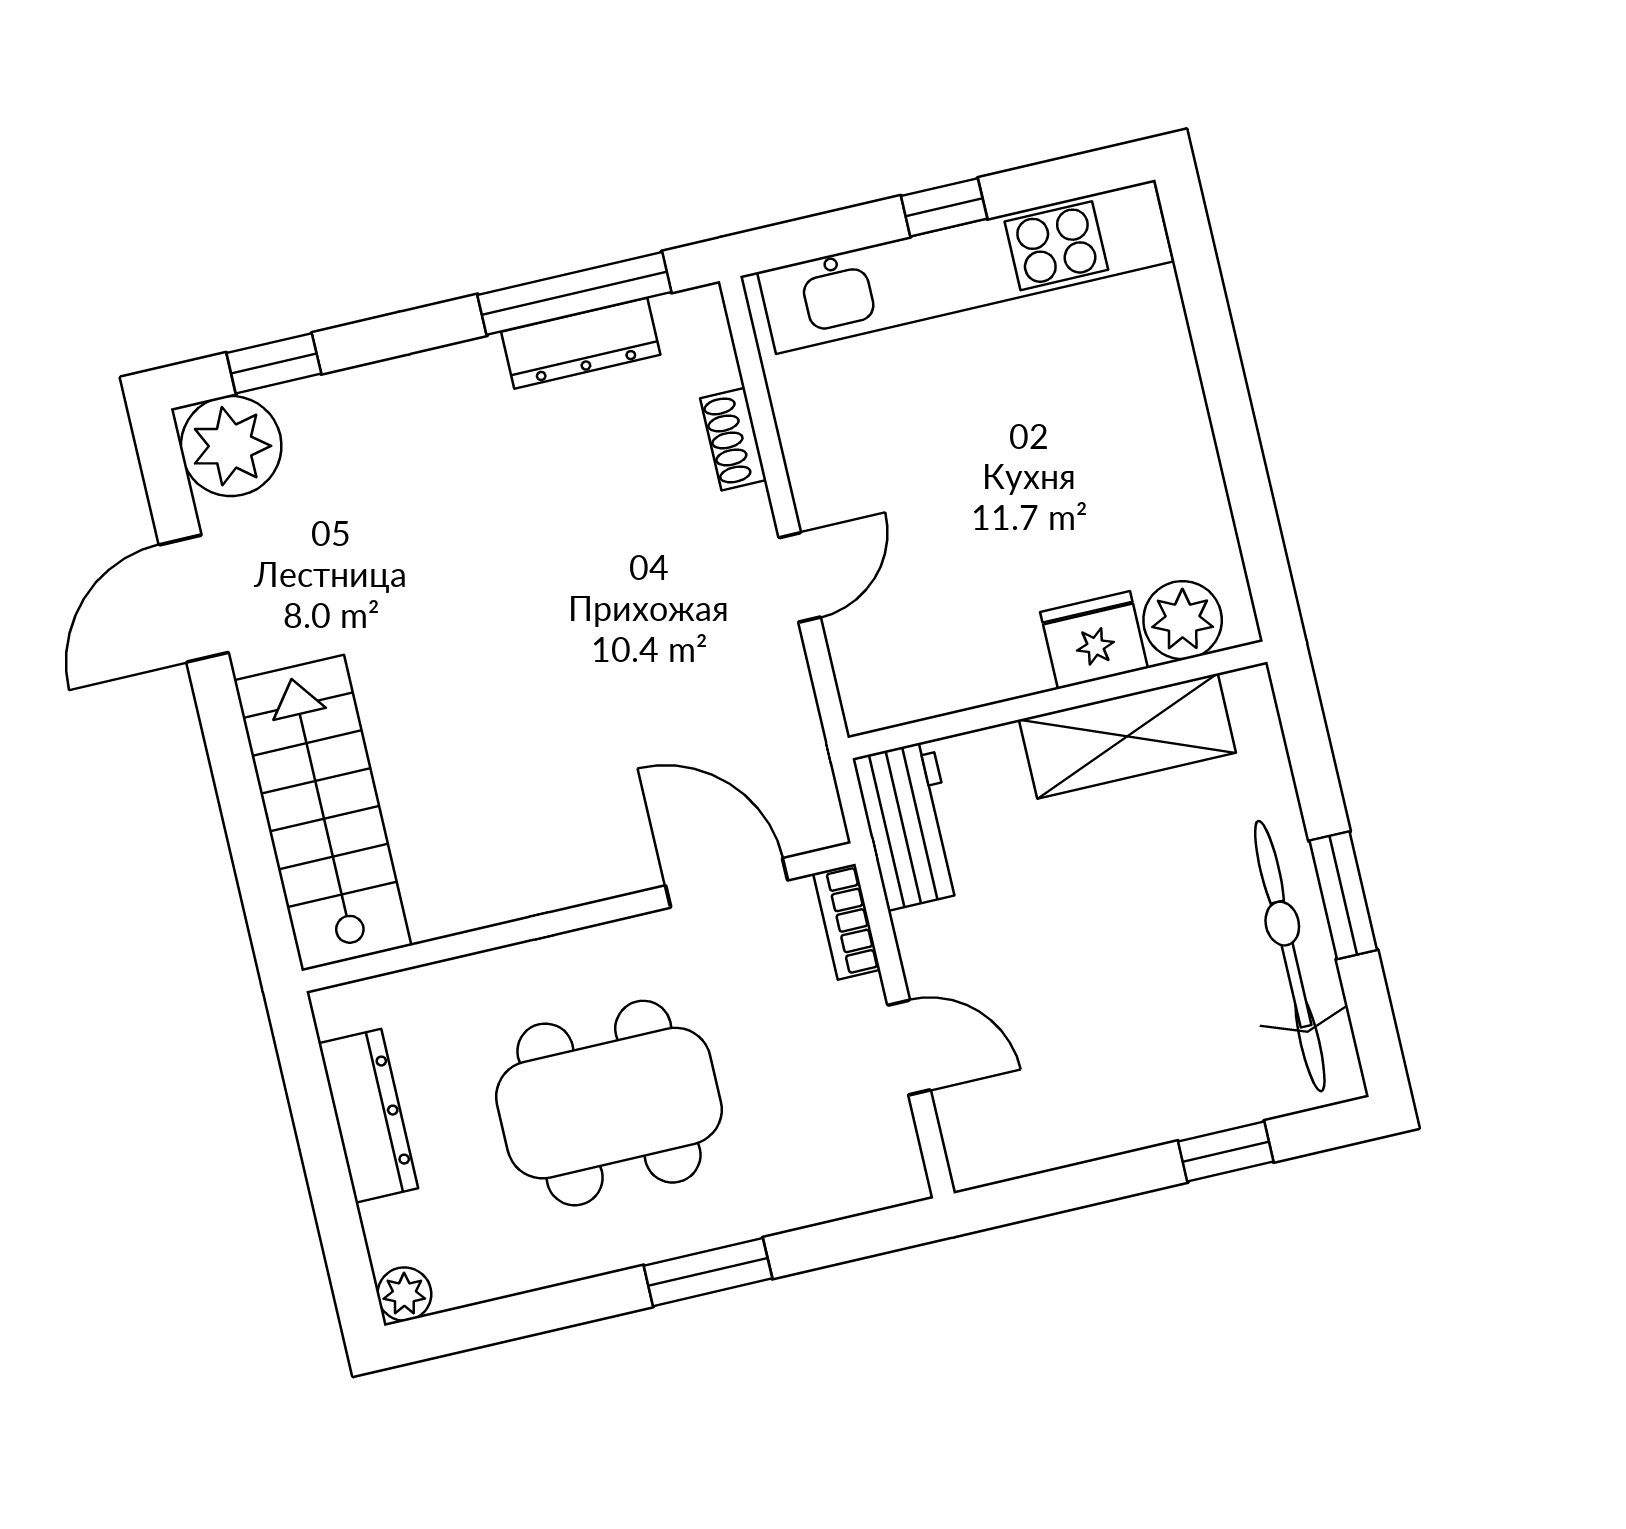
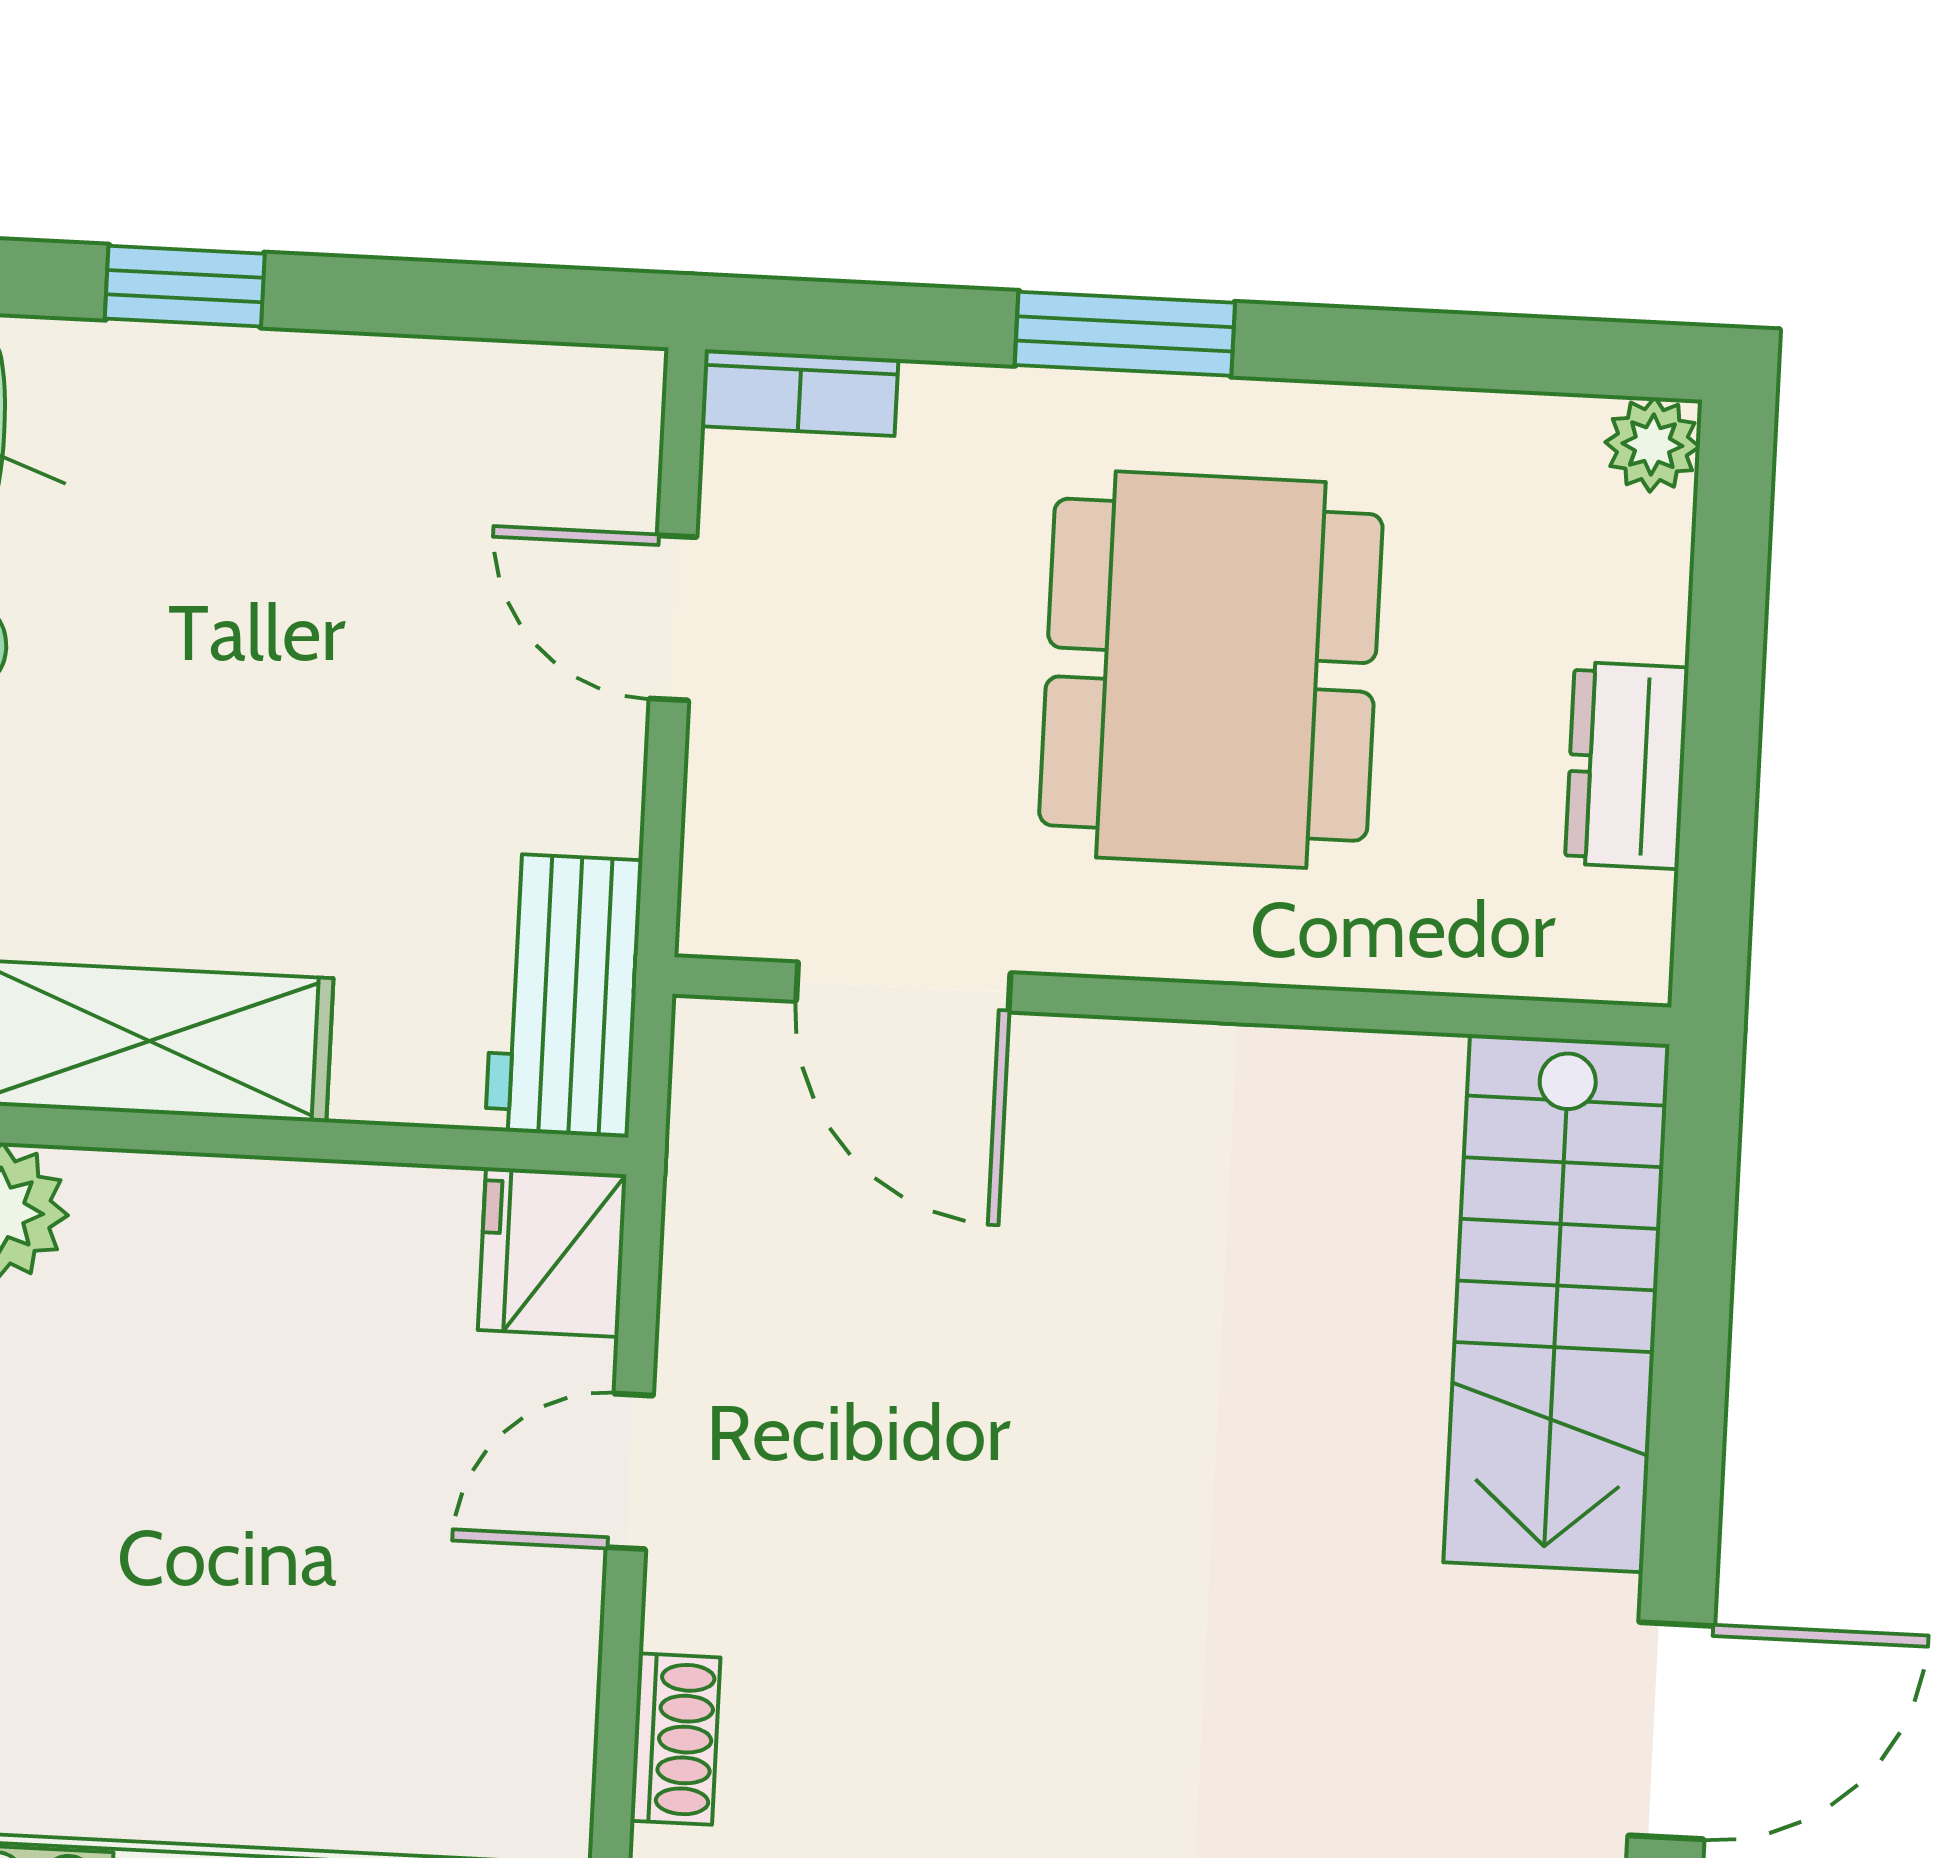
fridge: (1094, 640) -> (552, 1252), moved, turned 90
bookcase: (847, 922) -> (800, 393), moved, turned 90
dining table: (609, 1103) -> (1211, 670), turned 90
dresser: (368, 1116) -> (1627, 766), width x0.70

